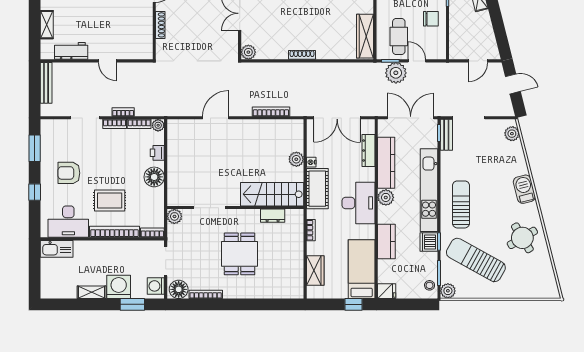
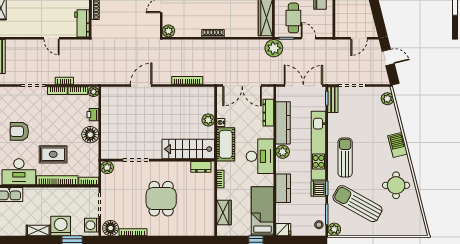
workbench: (71, 51) -> (82, 23), moved, turned -90
plant: (396, 73) -> (274, 48), moved
dresser: (273, 216) -> (201, 167), moved
round table: (522, 238) -> (396, 185), turned 31

